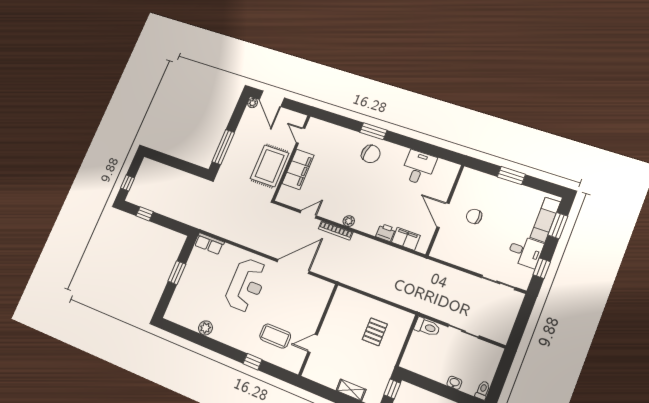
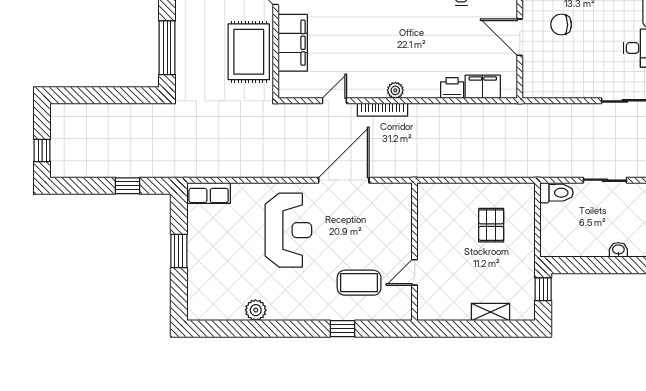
window: (145, 214) -> (127, 186), moved

